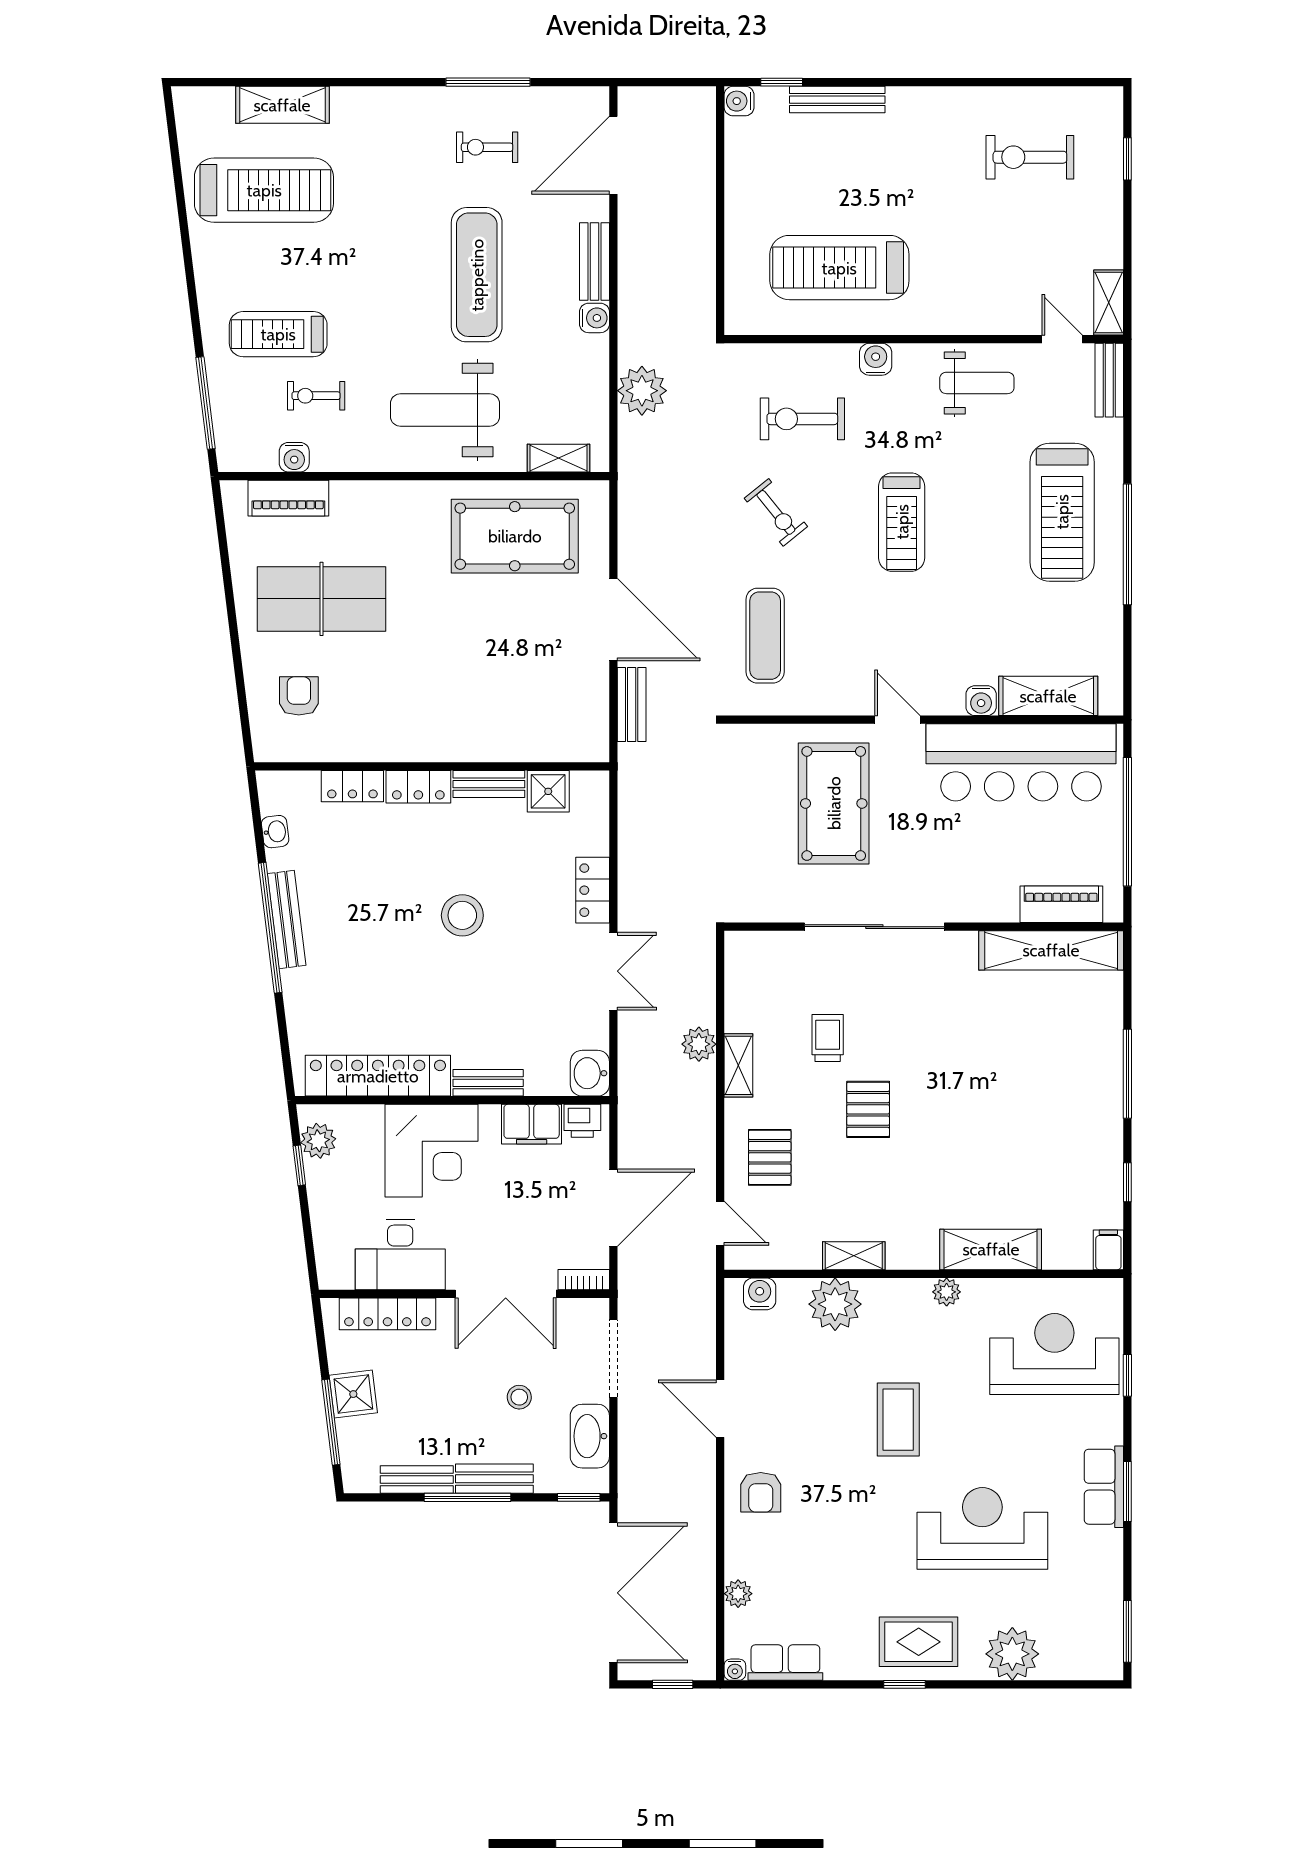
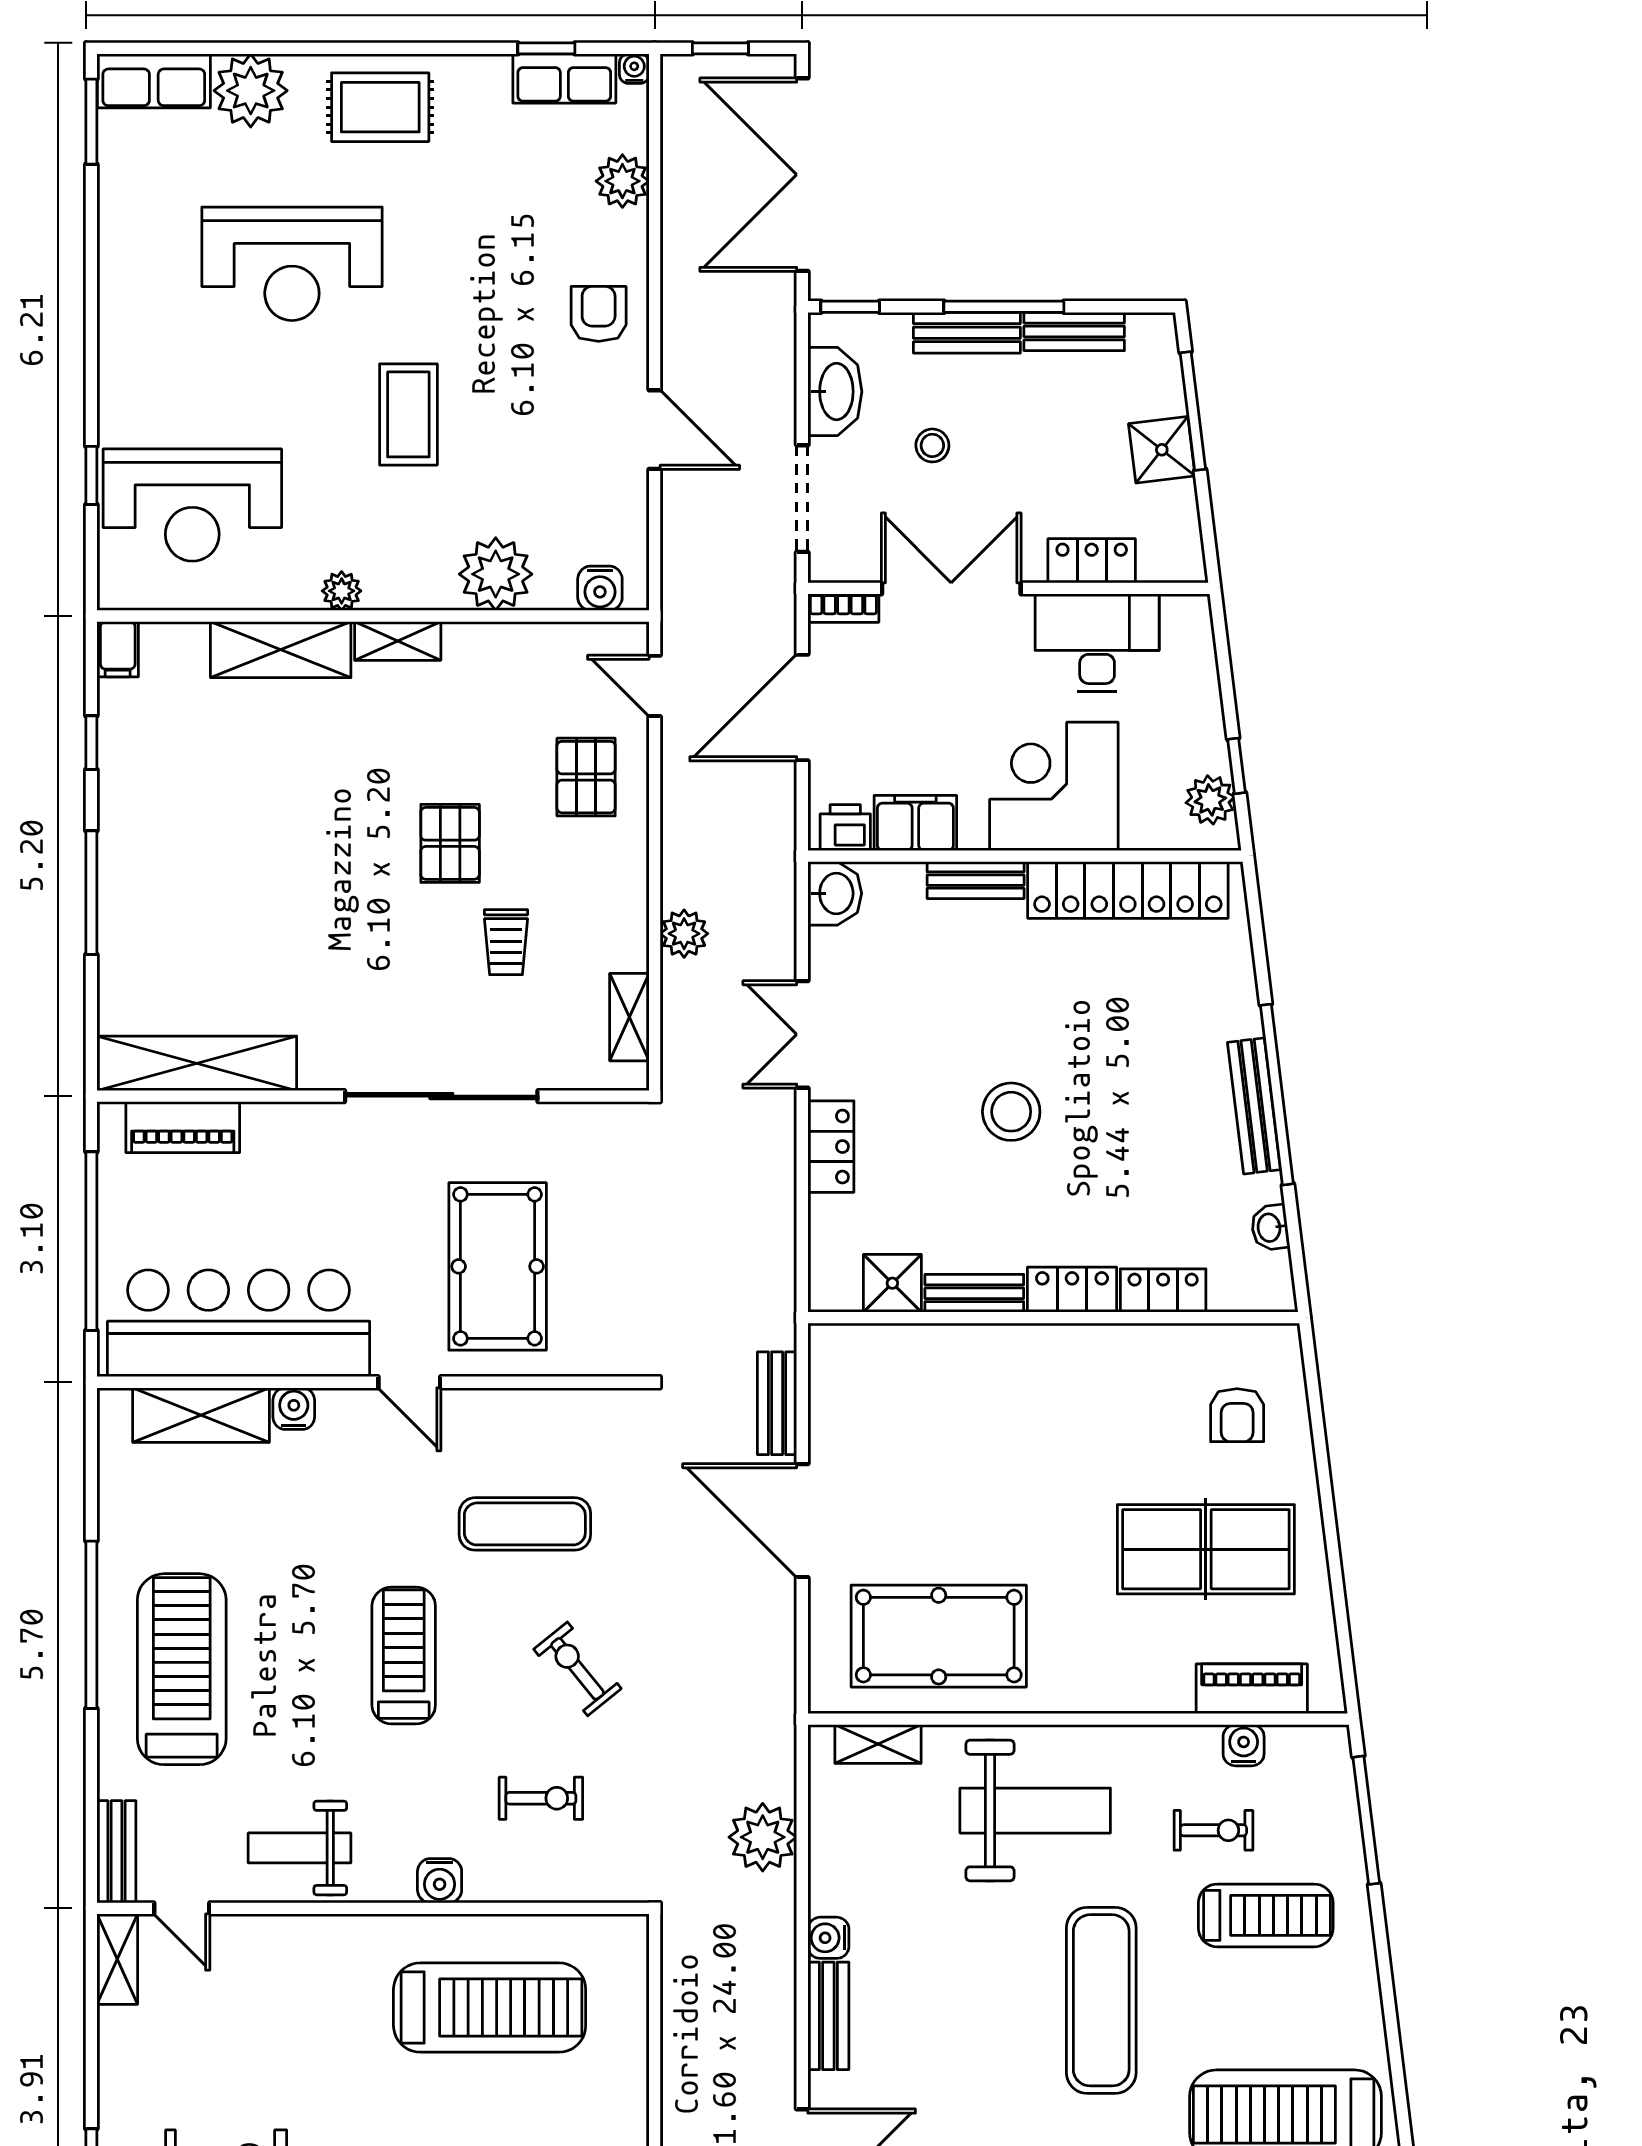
exercise mat: (477, 275) -> (1101, 2000), moved
exercise bike: (802, 419) -> (541, 1798), width x0.73, depth x0.72
exercise mat: (765, 636) -> (525, 1524), moved, turned 90
shelving: (738, 1065) -> (629, 1017), moved
shelving: (854, 1256) -> (398, 641), moved
locker: (387, 1314) -> (1092, 561), width x0.66
row of seats: (1104, 1487) -> (154, 81), moved, turned 90
window: (1127, 1492) -> (91, 315), removed
plant: (738, 1594) -> (622, 181), width x1.38, depth x1.38
window: (904, 1684) -> (546, 48), moved

